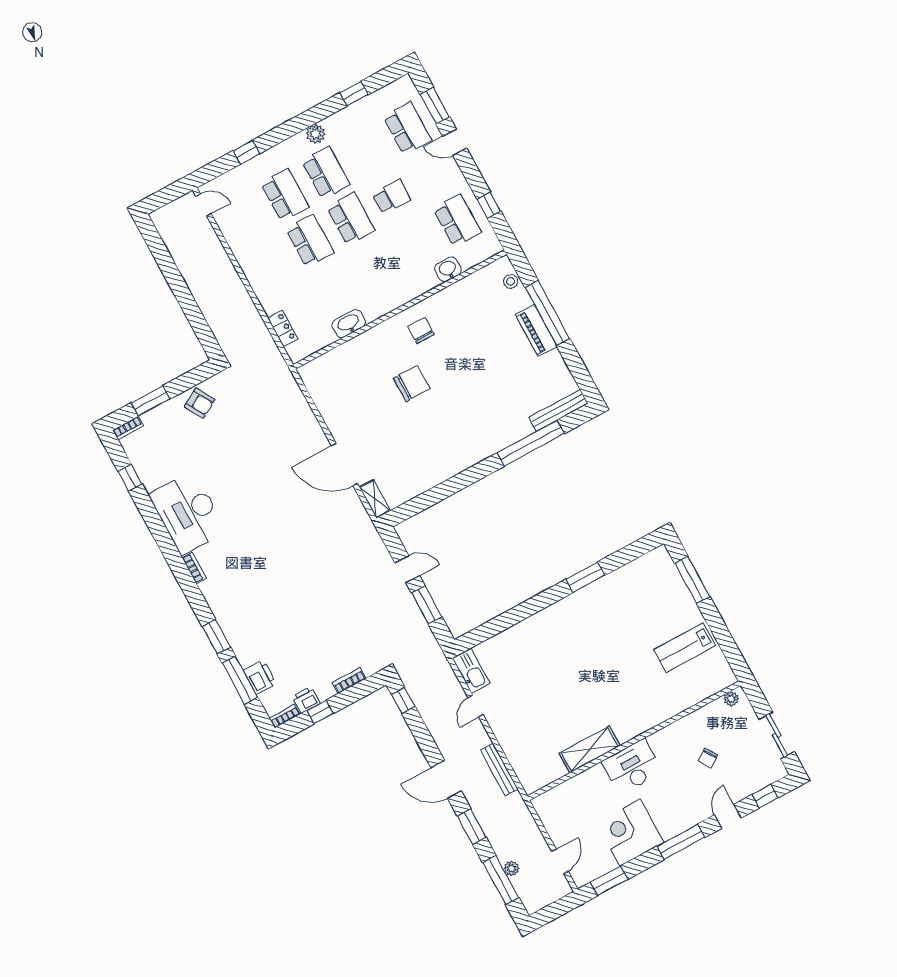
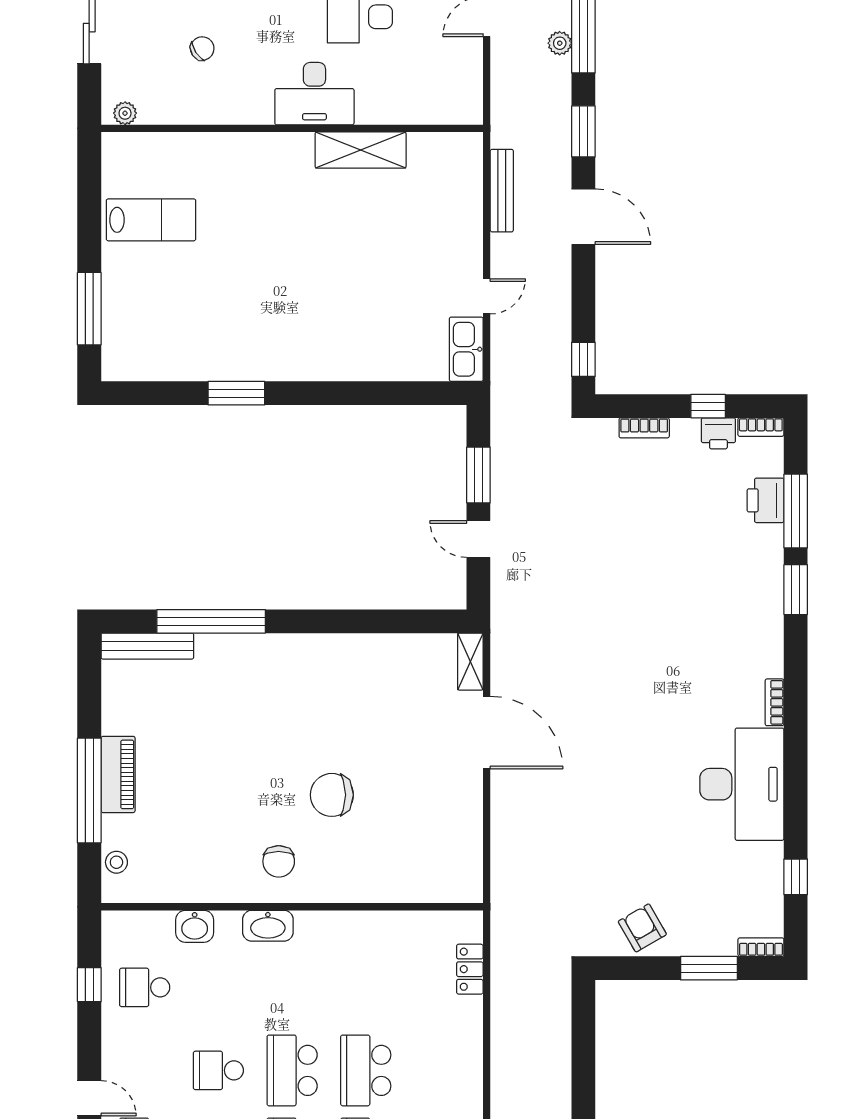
school desk: (457, 220) -> (145, 987), width x0.54
washbasin: (349, 324) -> (268, 926), moved

